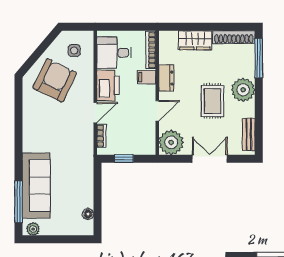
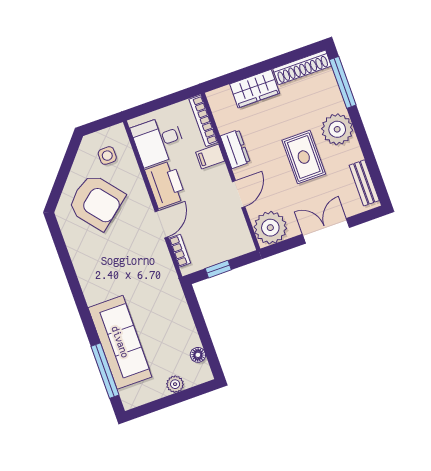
armchair: (55, 80) -> (96, 202), turned 115
plant: (33, 229) -> (175, 384), moved

